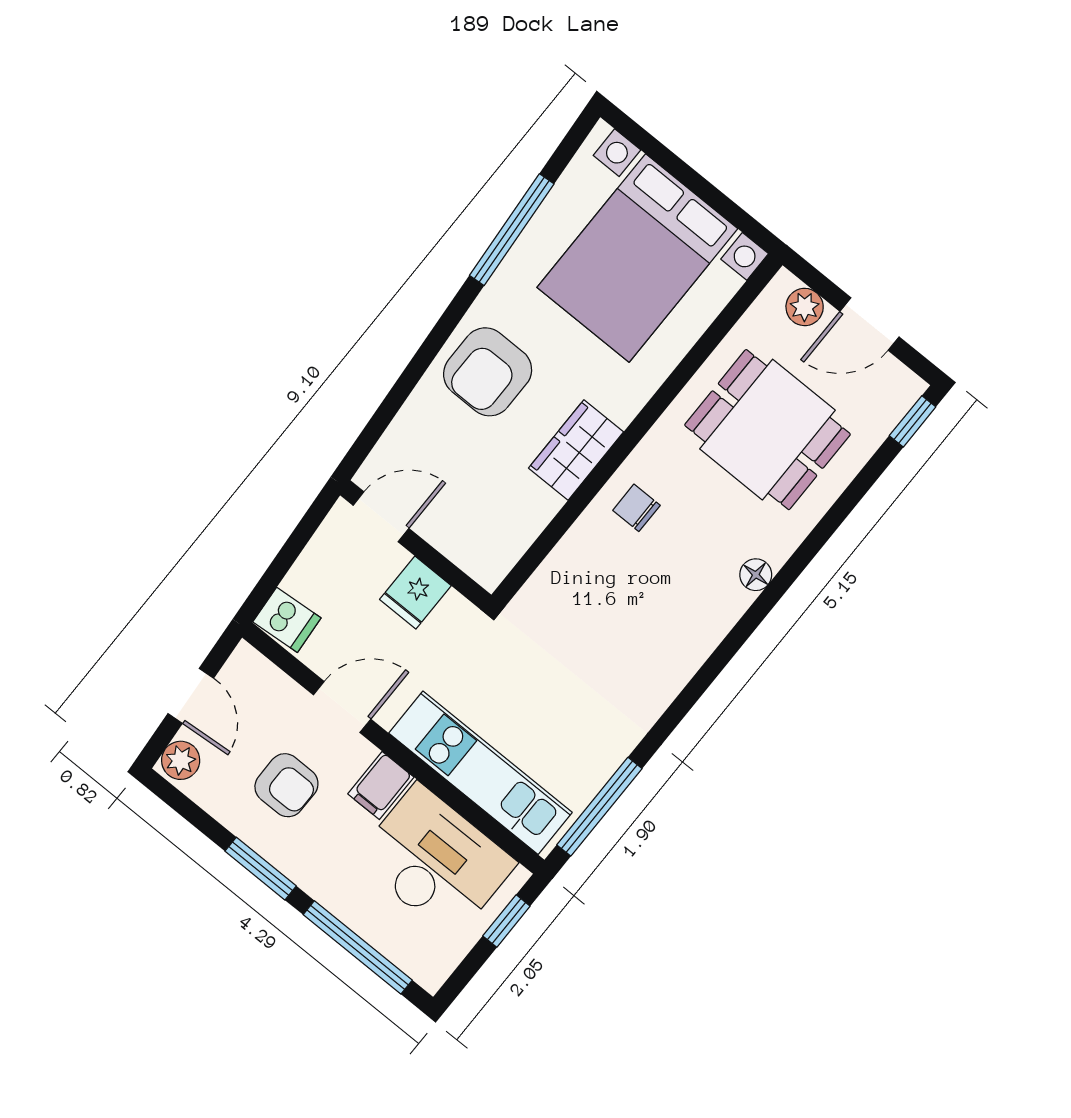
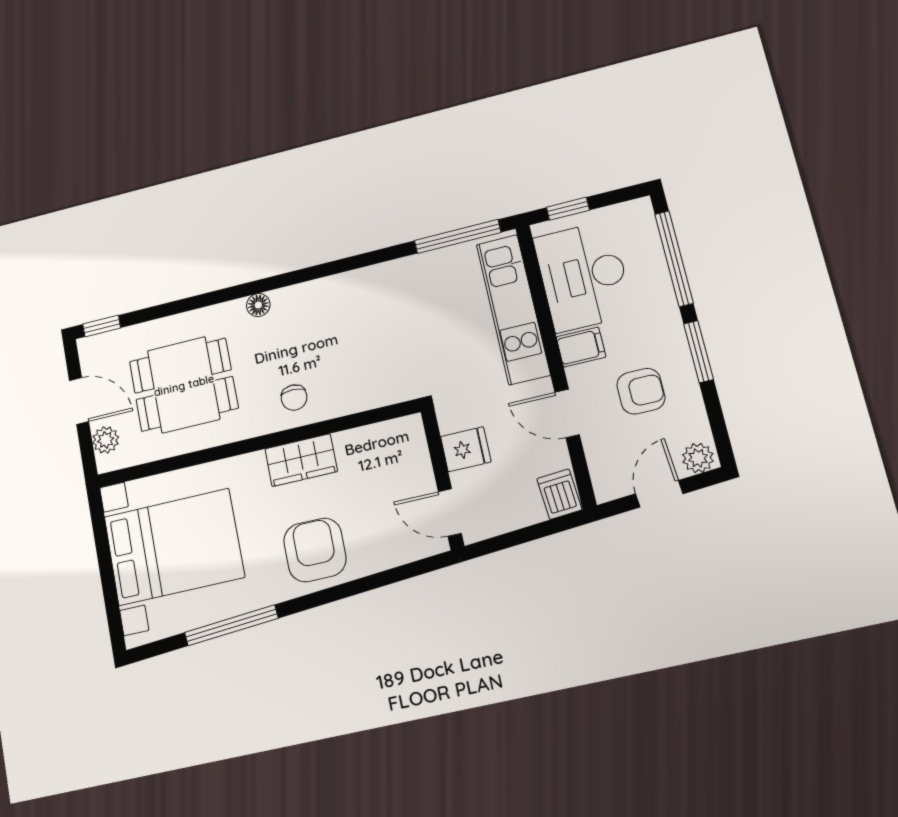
armchair: (488, 372) -> (315, 550), turned -90
dining table: (768, 430) -> (184, 385), turned 90
armchair: (286, 785) -> (641, 391), turned 90

